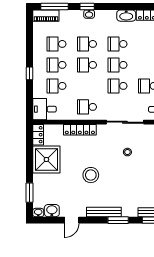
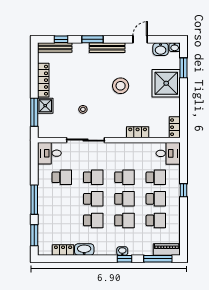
school desk: (87, 107) -> (125, 177), moved
locker: (80, 130) -> (138, 132), width x0.66
shower: (46, 159) -> (166, 83), moved

